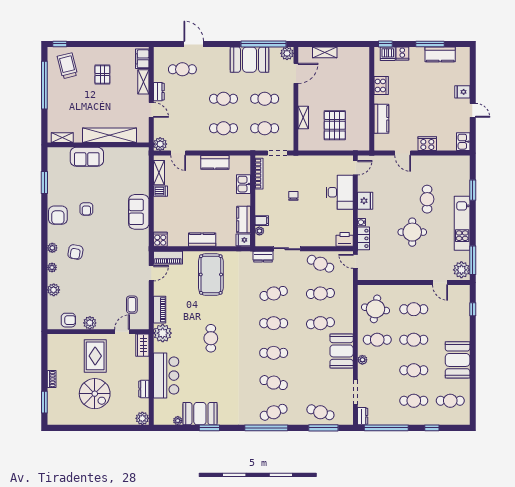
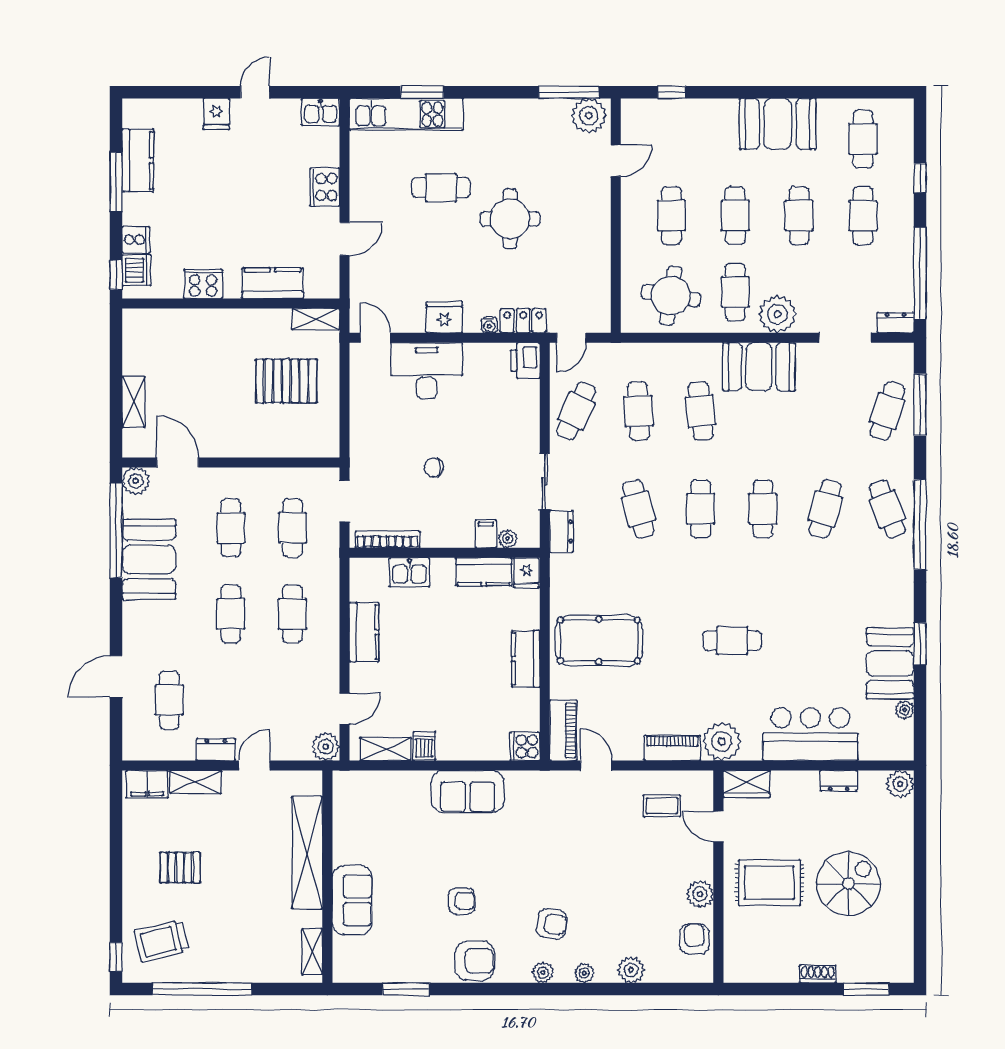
shelving: (303, 117) -> (316, 319), moved
kitchen unit: (462, 223) -> (406, 114), moved
plant: (362, 360) -> (777, 314), width x1.88, depth x1.88

